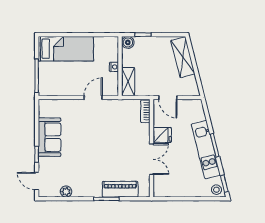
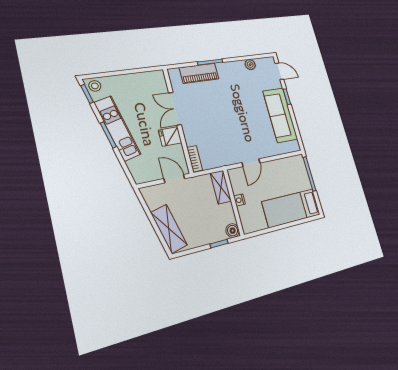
sofa: (49, 137) -> (280, 115), width x1.36

